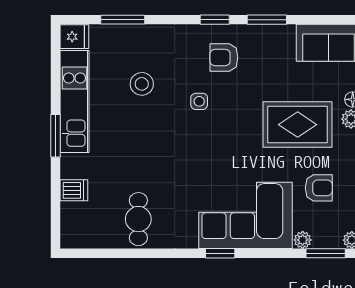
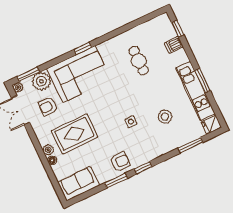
armchair: (224, 57) -> (120, 162), moved
window: (56, 136) -> (202, 81), moved
window: (56, 213) -> (178, 29), added
cafe table: (138, 219) -> (139, 61), moved
plant: (303, 240) -> (41, 81), width x1.88, depth x1.88

